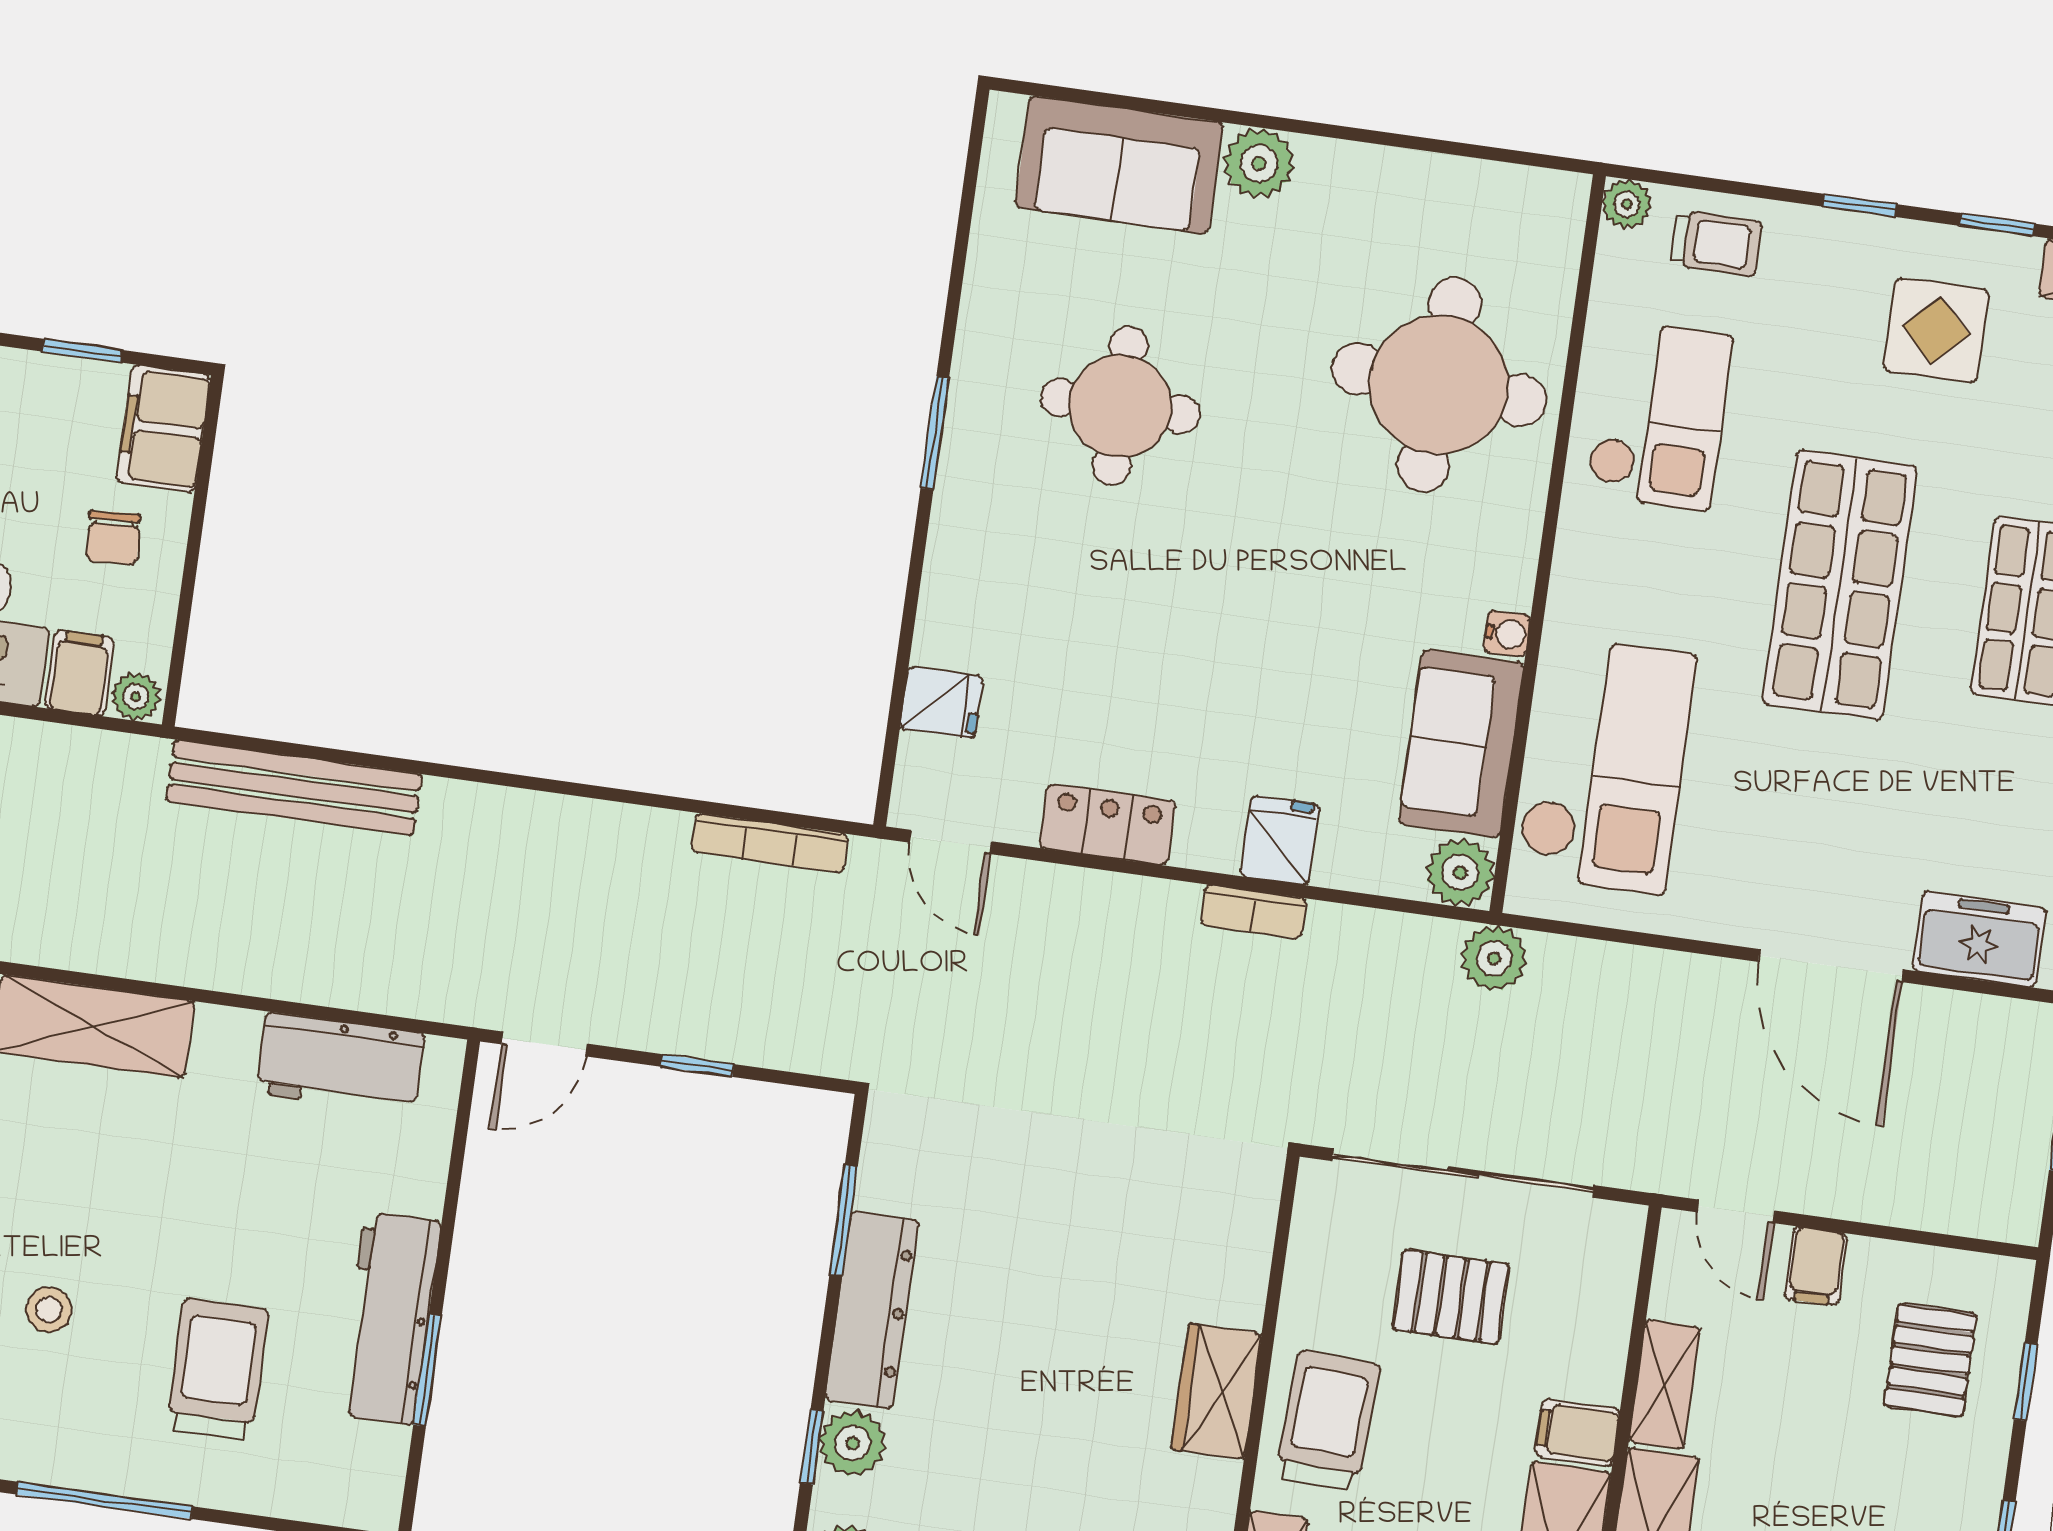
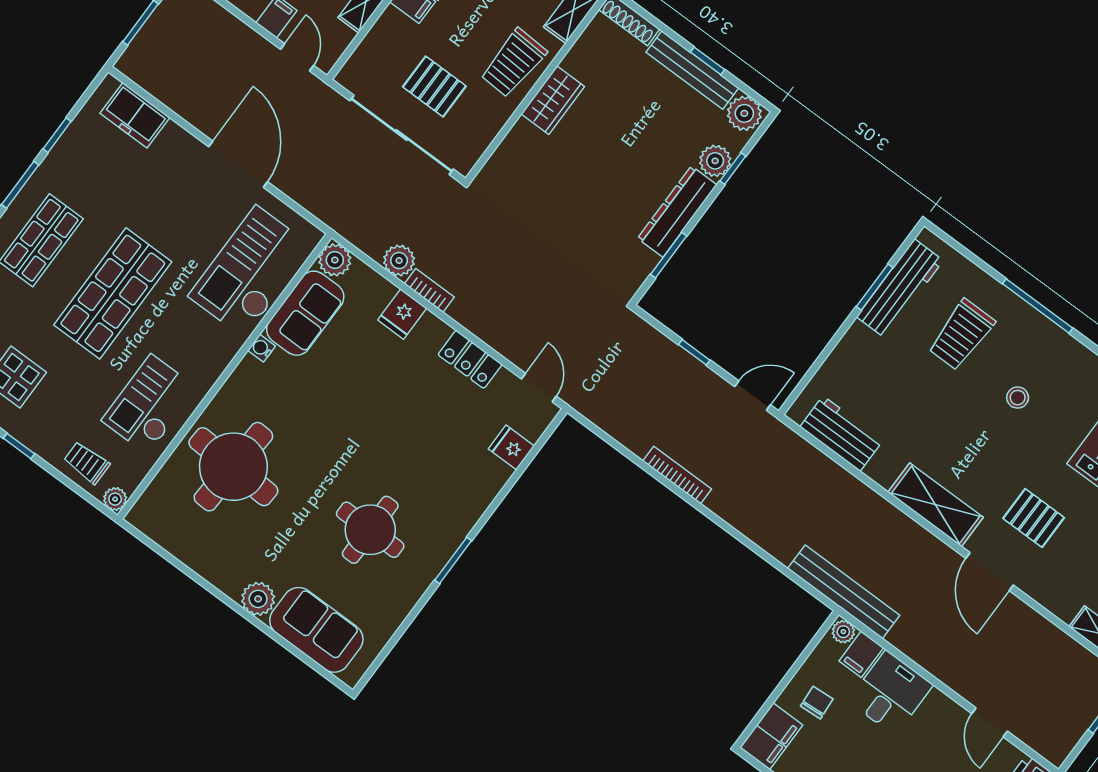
bench: (294, 788) -> (844, 592), moved
bookcase: (770, 843) -> (677, 475), moved
plant: (1494, 958) -> (399, 261), moved
door: (1831, 966) -> (238, 164), moved
workbench: (389, 1318) -> (900, 289), moved

